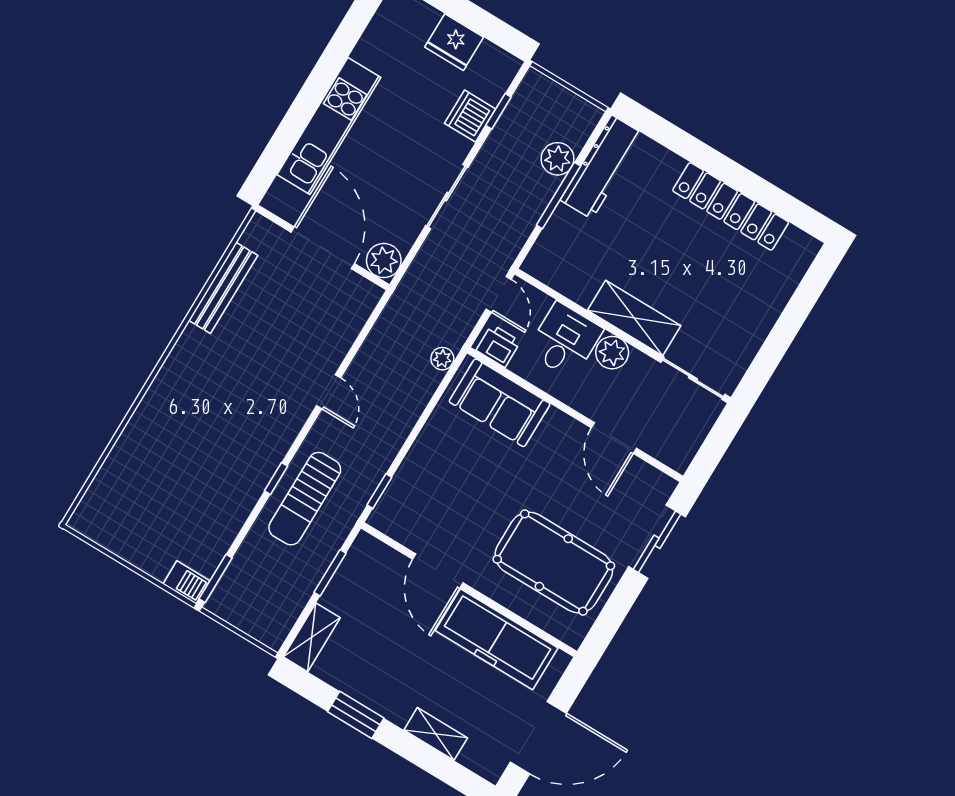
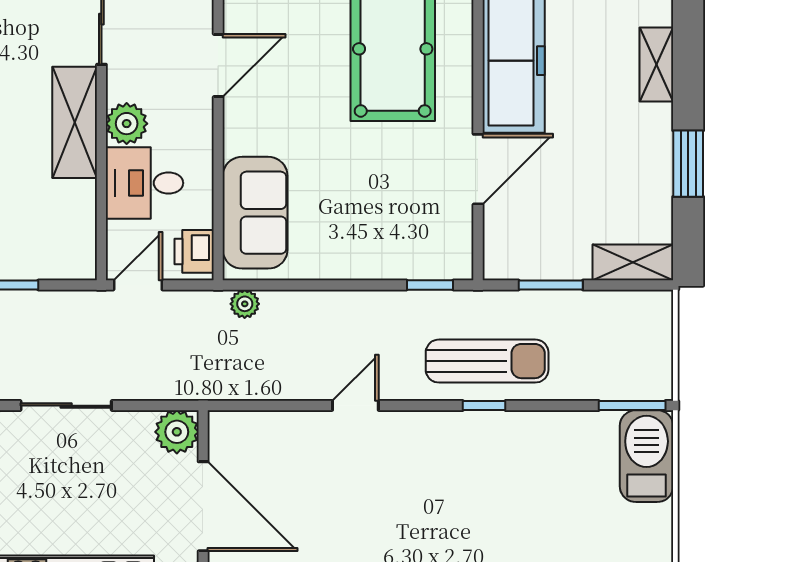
door: (323, 248) -> (203, 506), swing flipped
barbecue: (186, 582) -> (647, 456), width x1.88, depth x1.53

